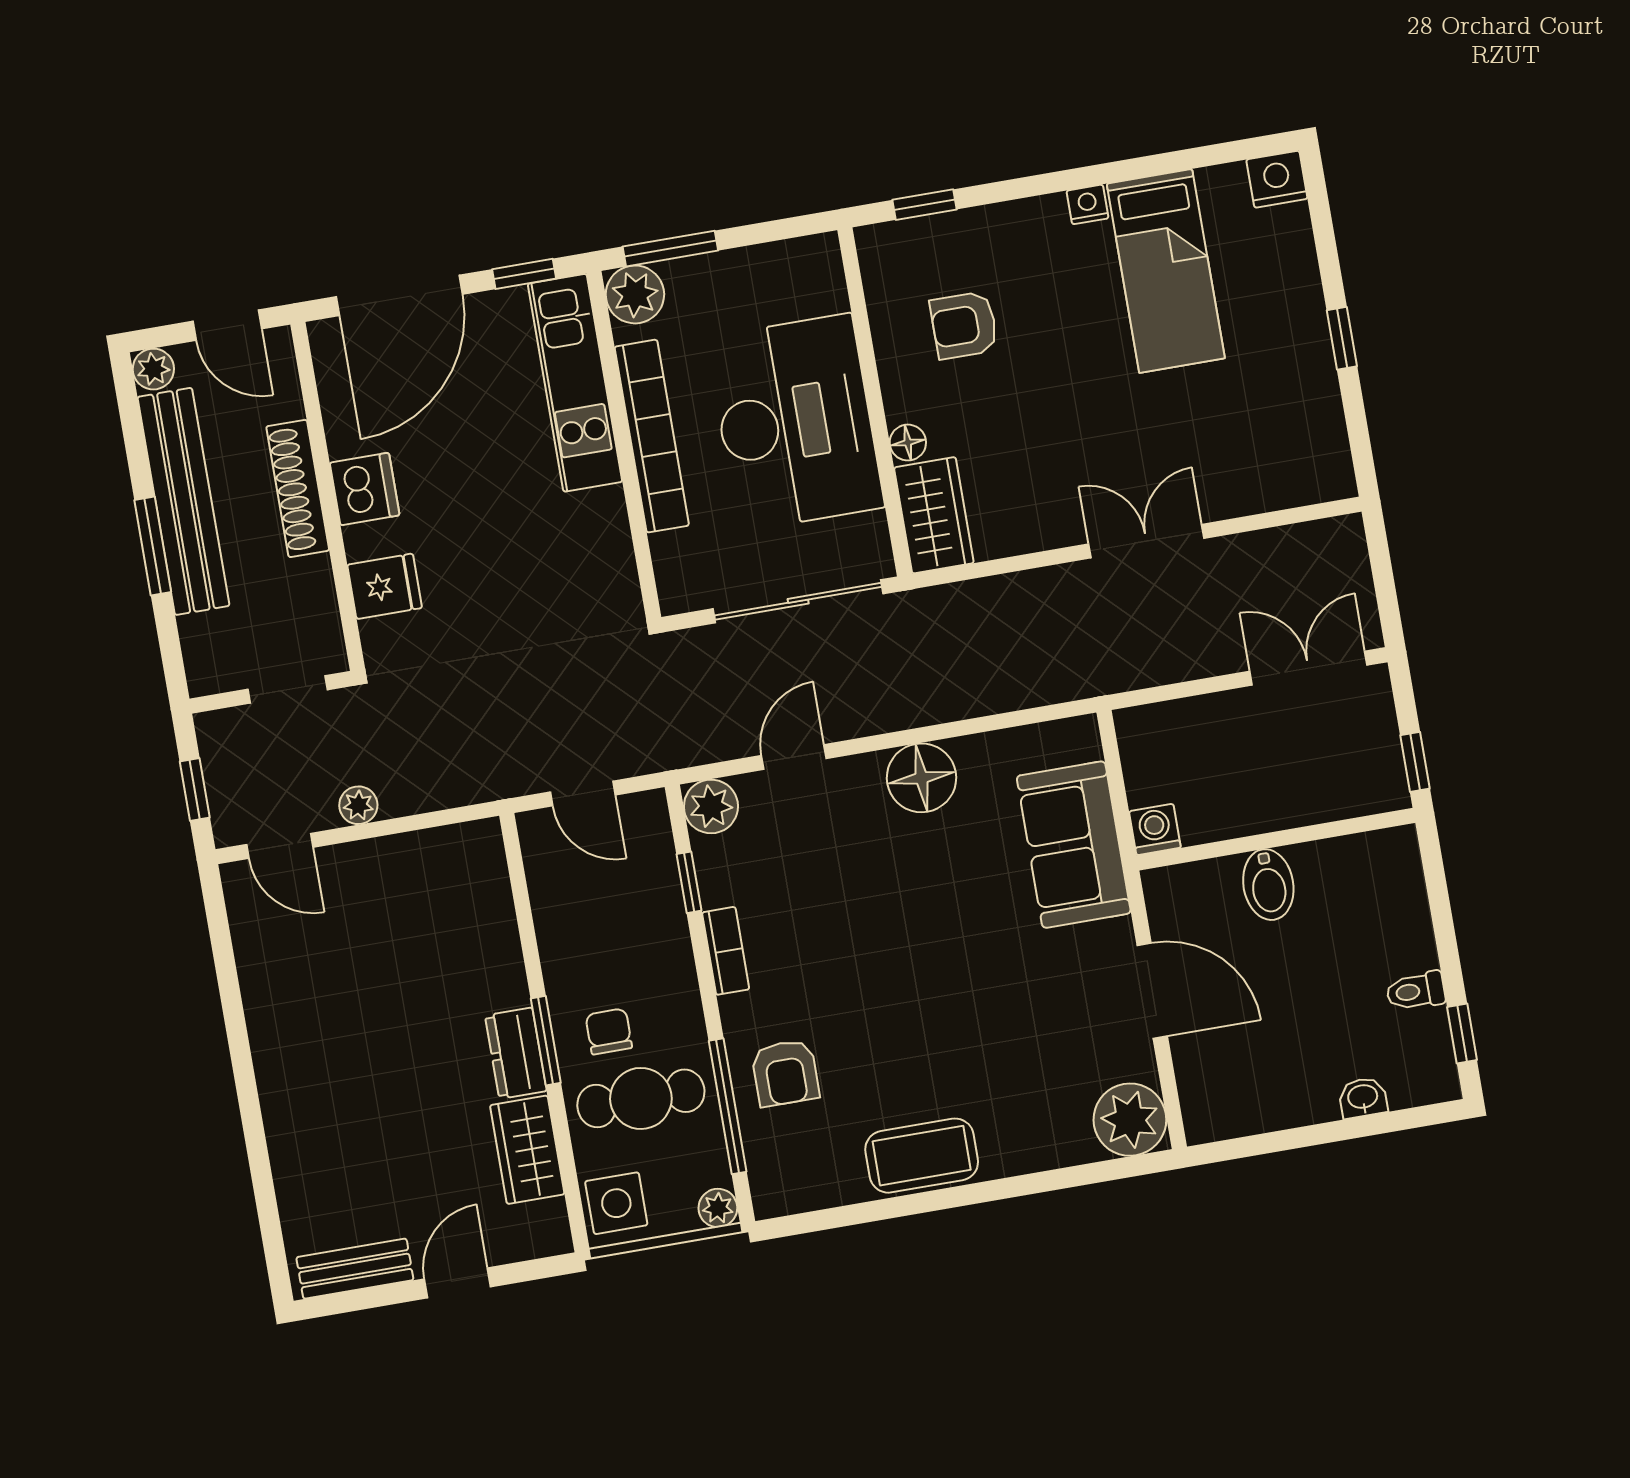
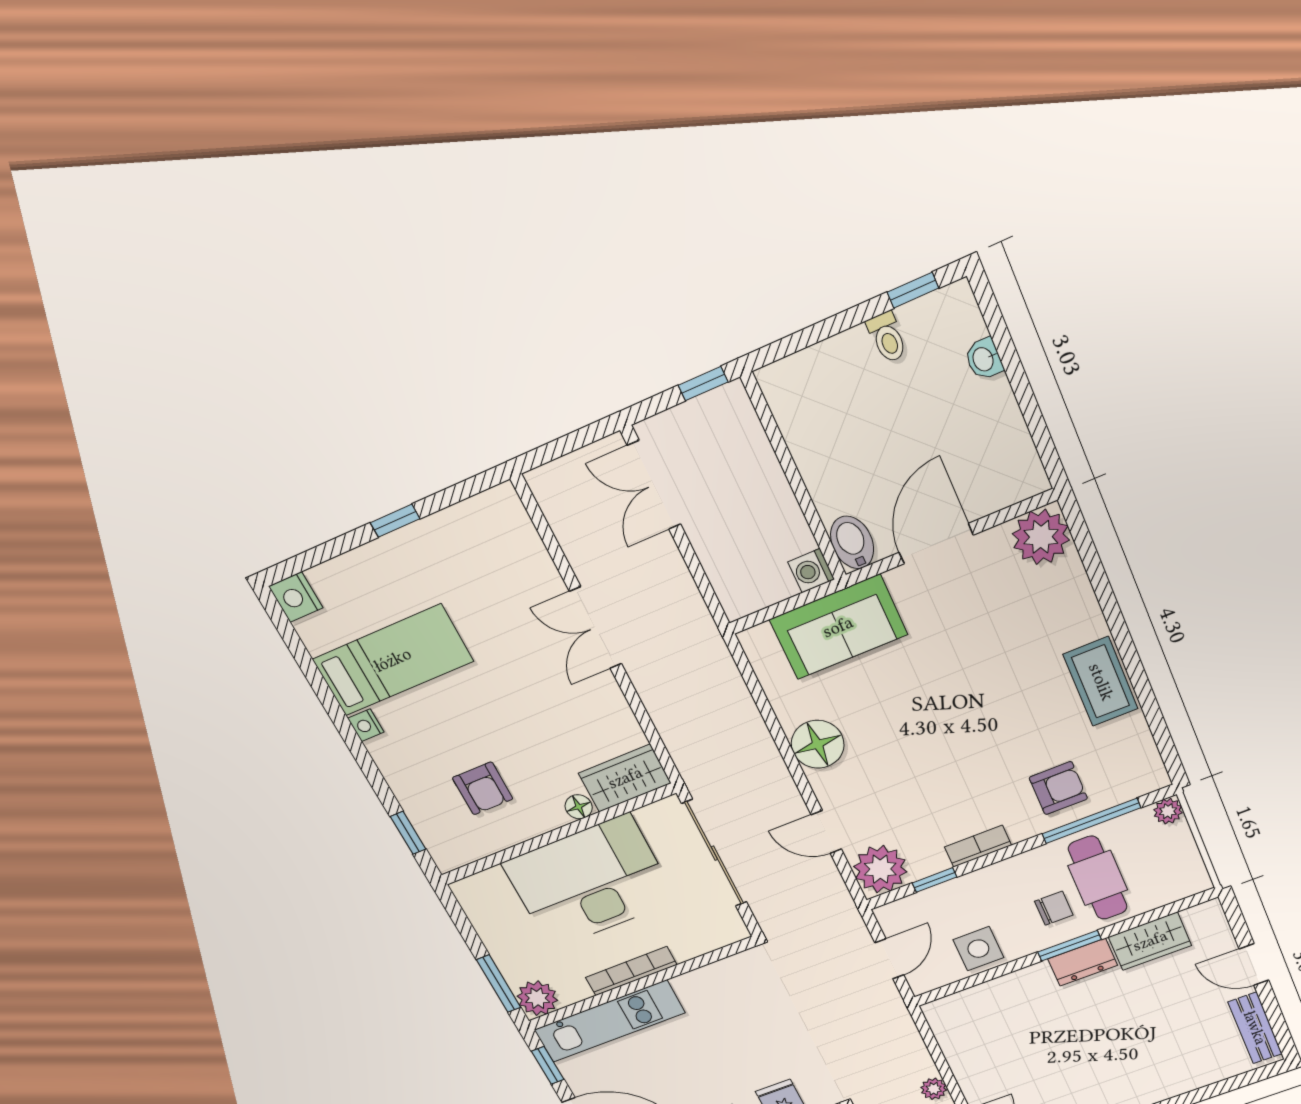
bookcase: (652, 436) -> (631, 971), width x0.68, depth x0.76
plant: (711, 806) -> (880, 869), width x1.36, depth x1.36
bidet: (1268, 885) -> (852, 542), moved, turned -90
chair: (609, 1031) -> (1054, 908), turned 180
side table: (616, 1203) -> (978, 949), moved

